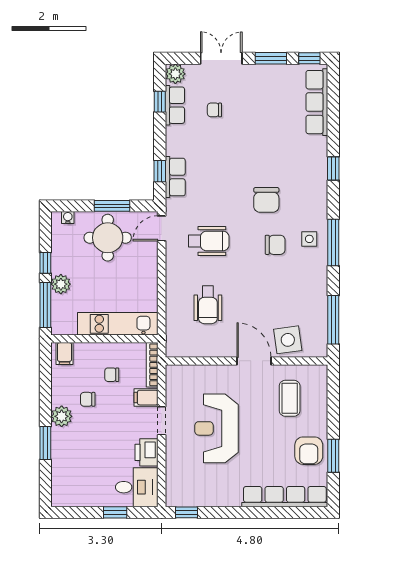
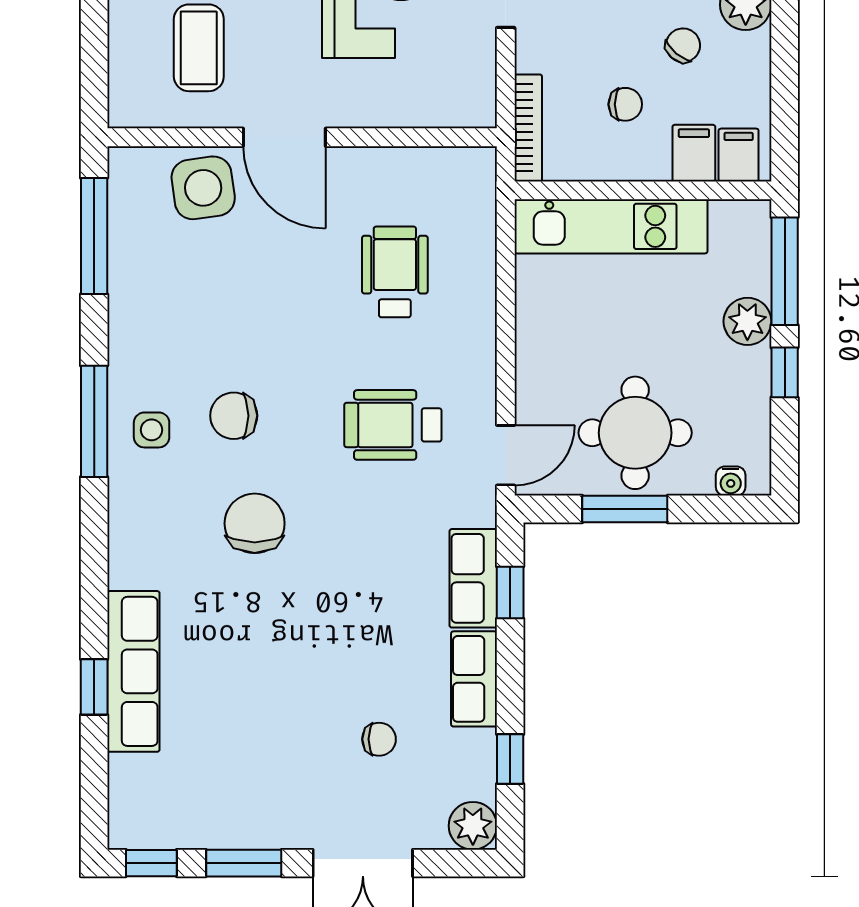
row of seats: (317, 102) -> (133, 671), moved
row of seats: (175, 105) -> (474, 679), moved
window: (333, 169) -> (94, 687), moved
filing cabinet: (146, 398) -> (694, 153), moved, turned -90
chair: (88, 399) -> (683, 45), turned -50

